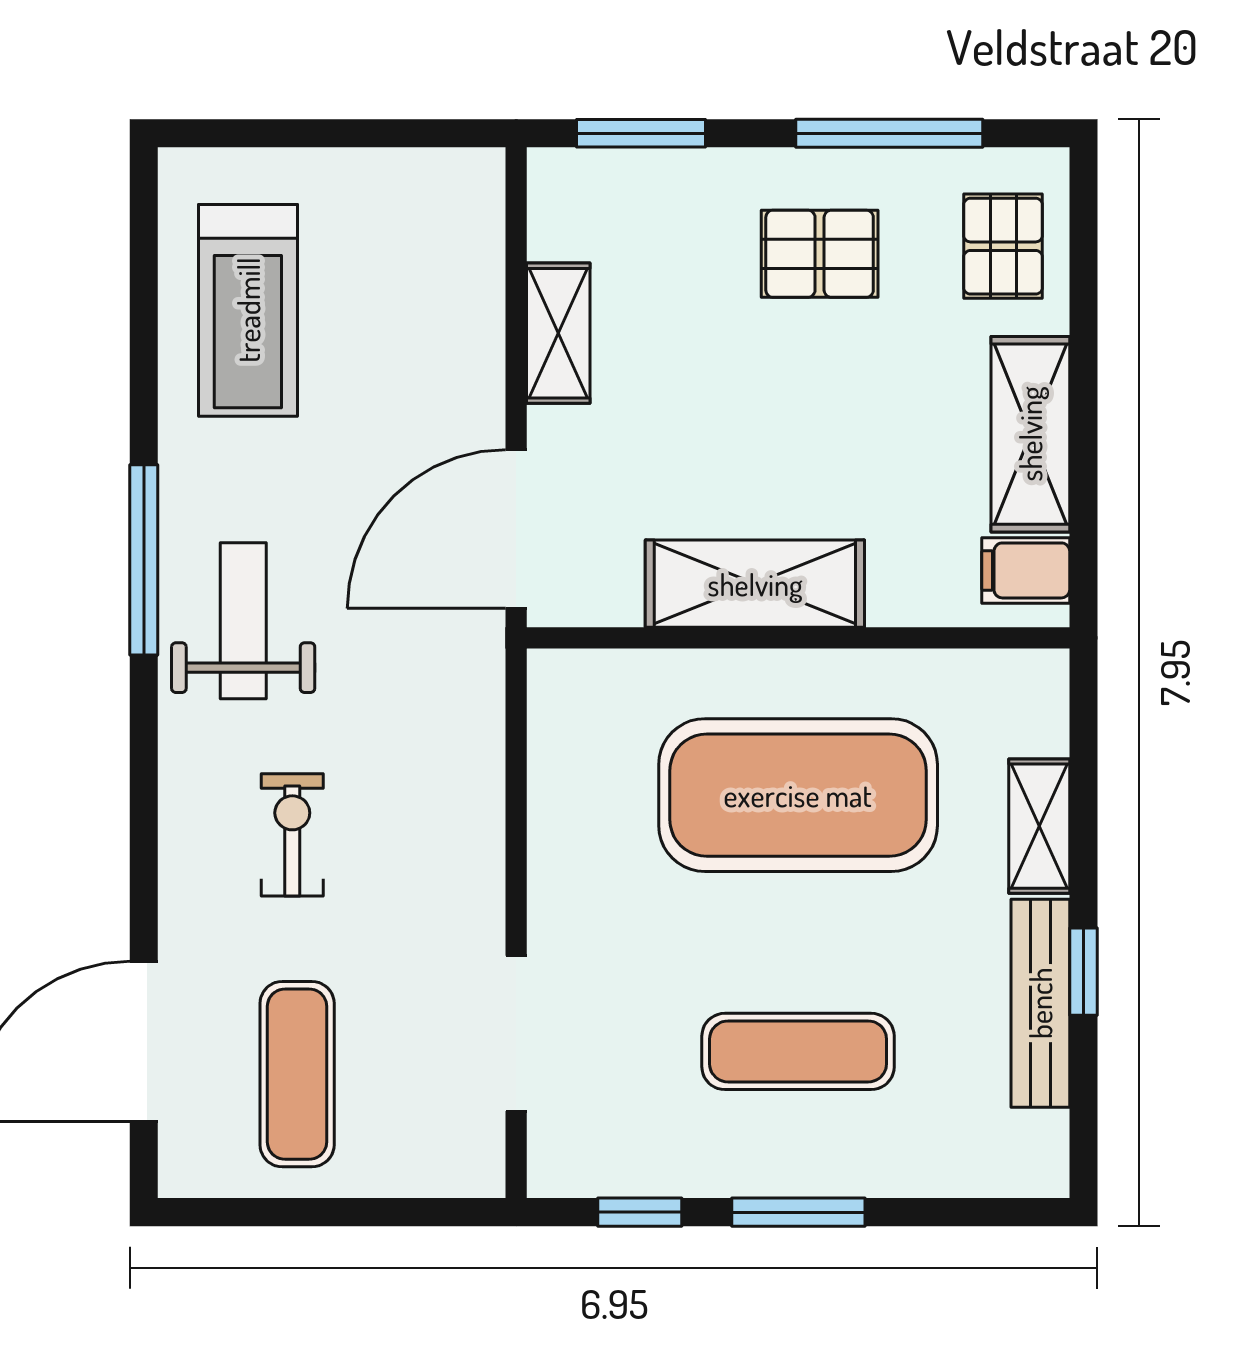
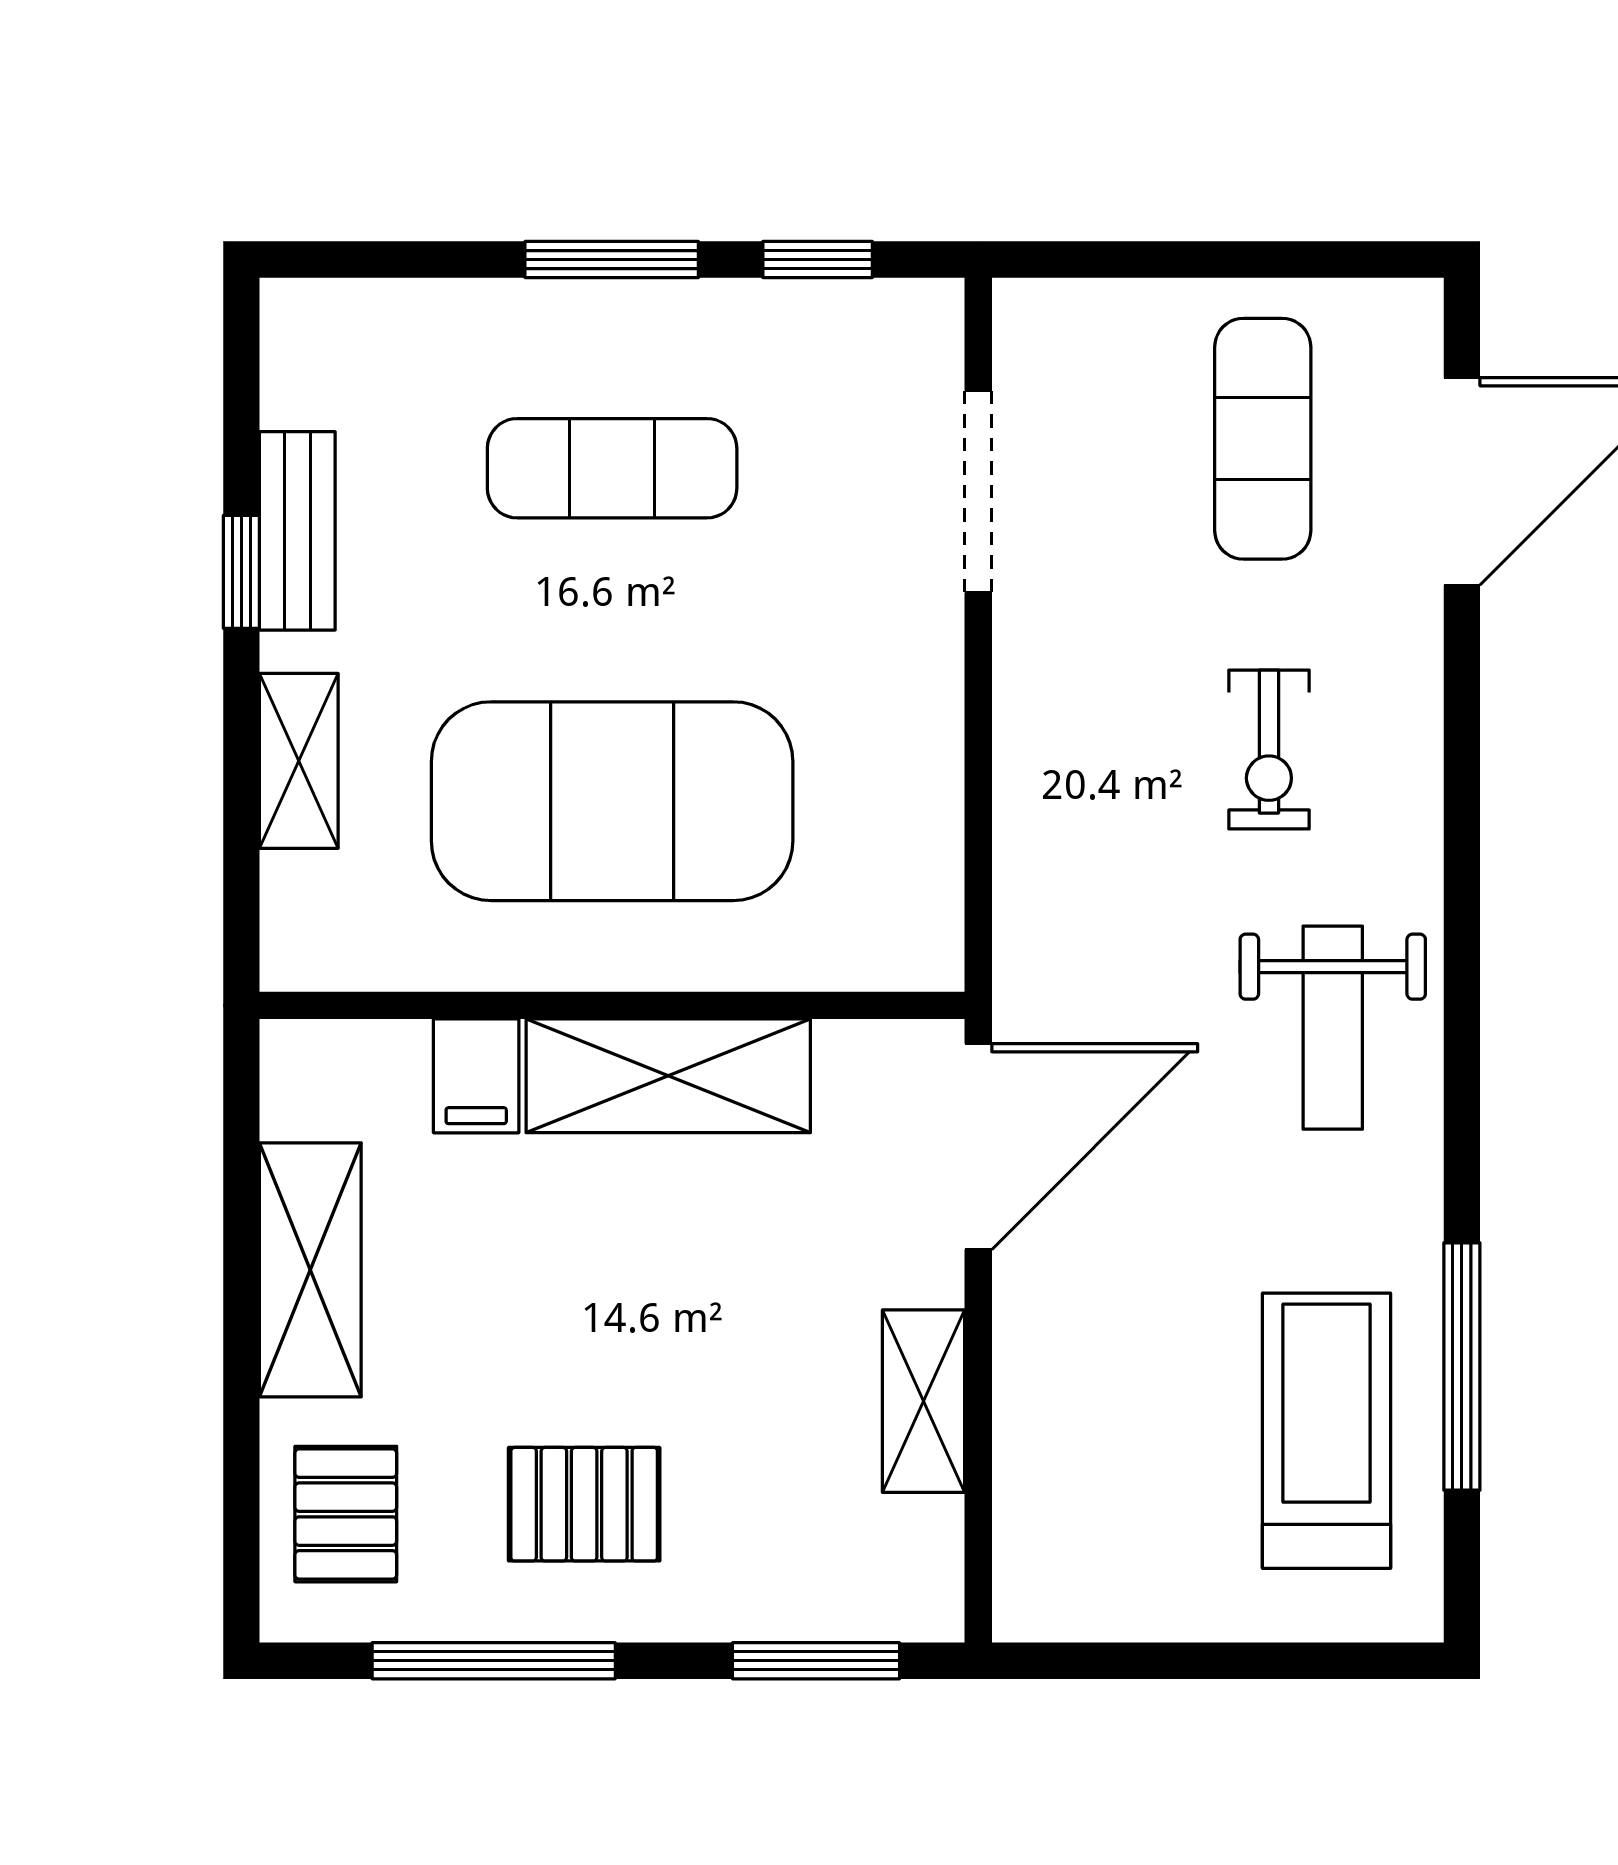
window: (144, 560) -> (1462, 1367), moved
filing cabinet: (1026, 570) -> (476, 1076), moved, turned 90
bench: (1040, 1003) -> (297, 531), width x0.73

